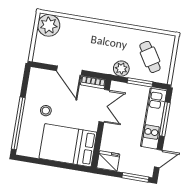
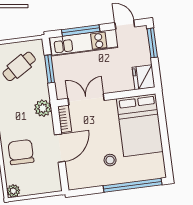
plant: (49, 25) -> (13, 191), width x0.53, depth x0.53
chair: (76, 36) -> (21, 152), added
plant: (121, 69) -> (43, 108), moved

